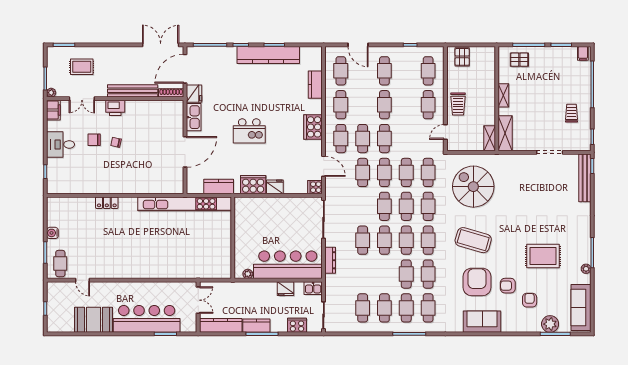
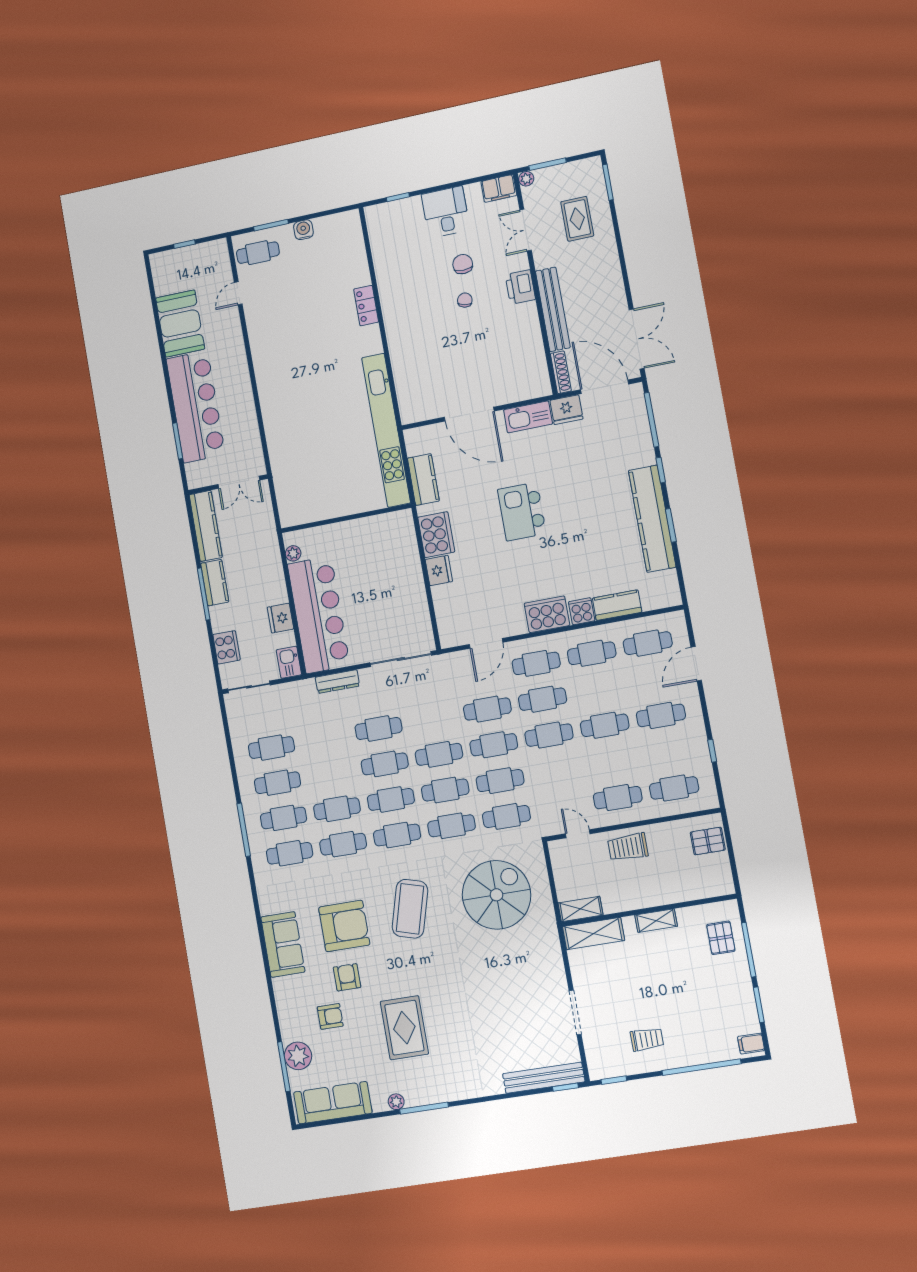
cooker: (315, 187) -> (582, 611), moved

